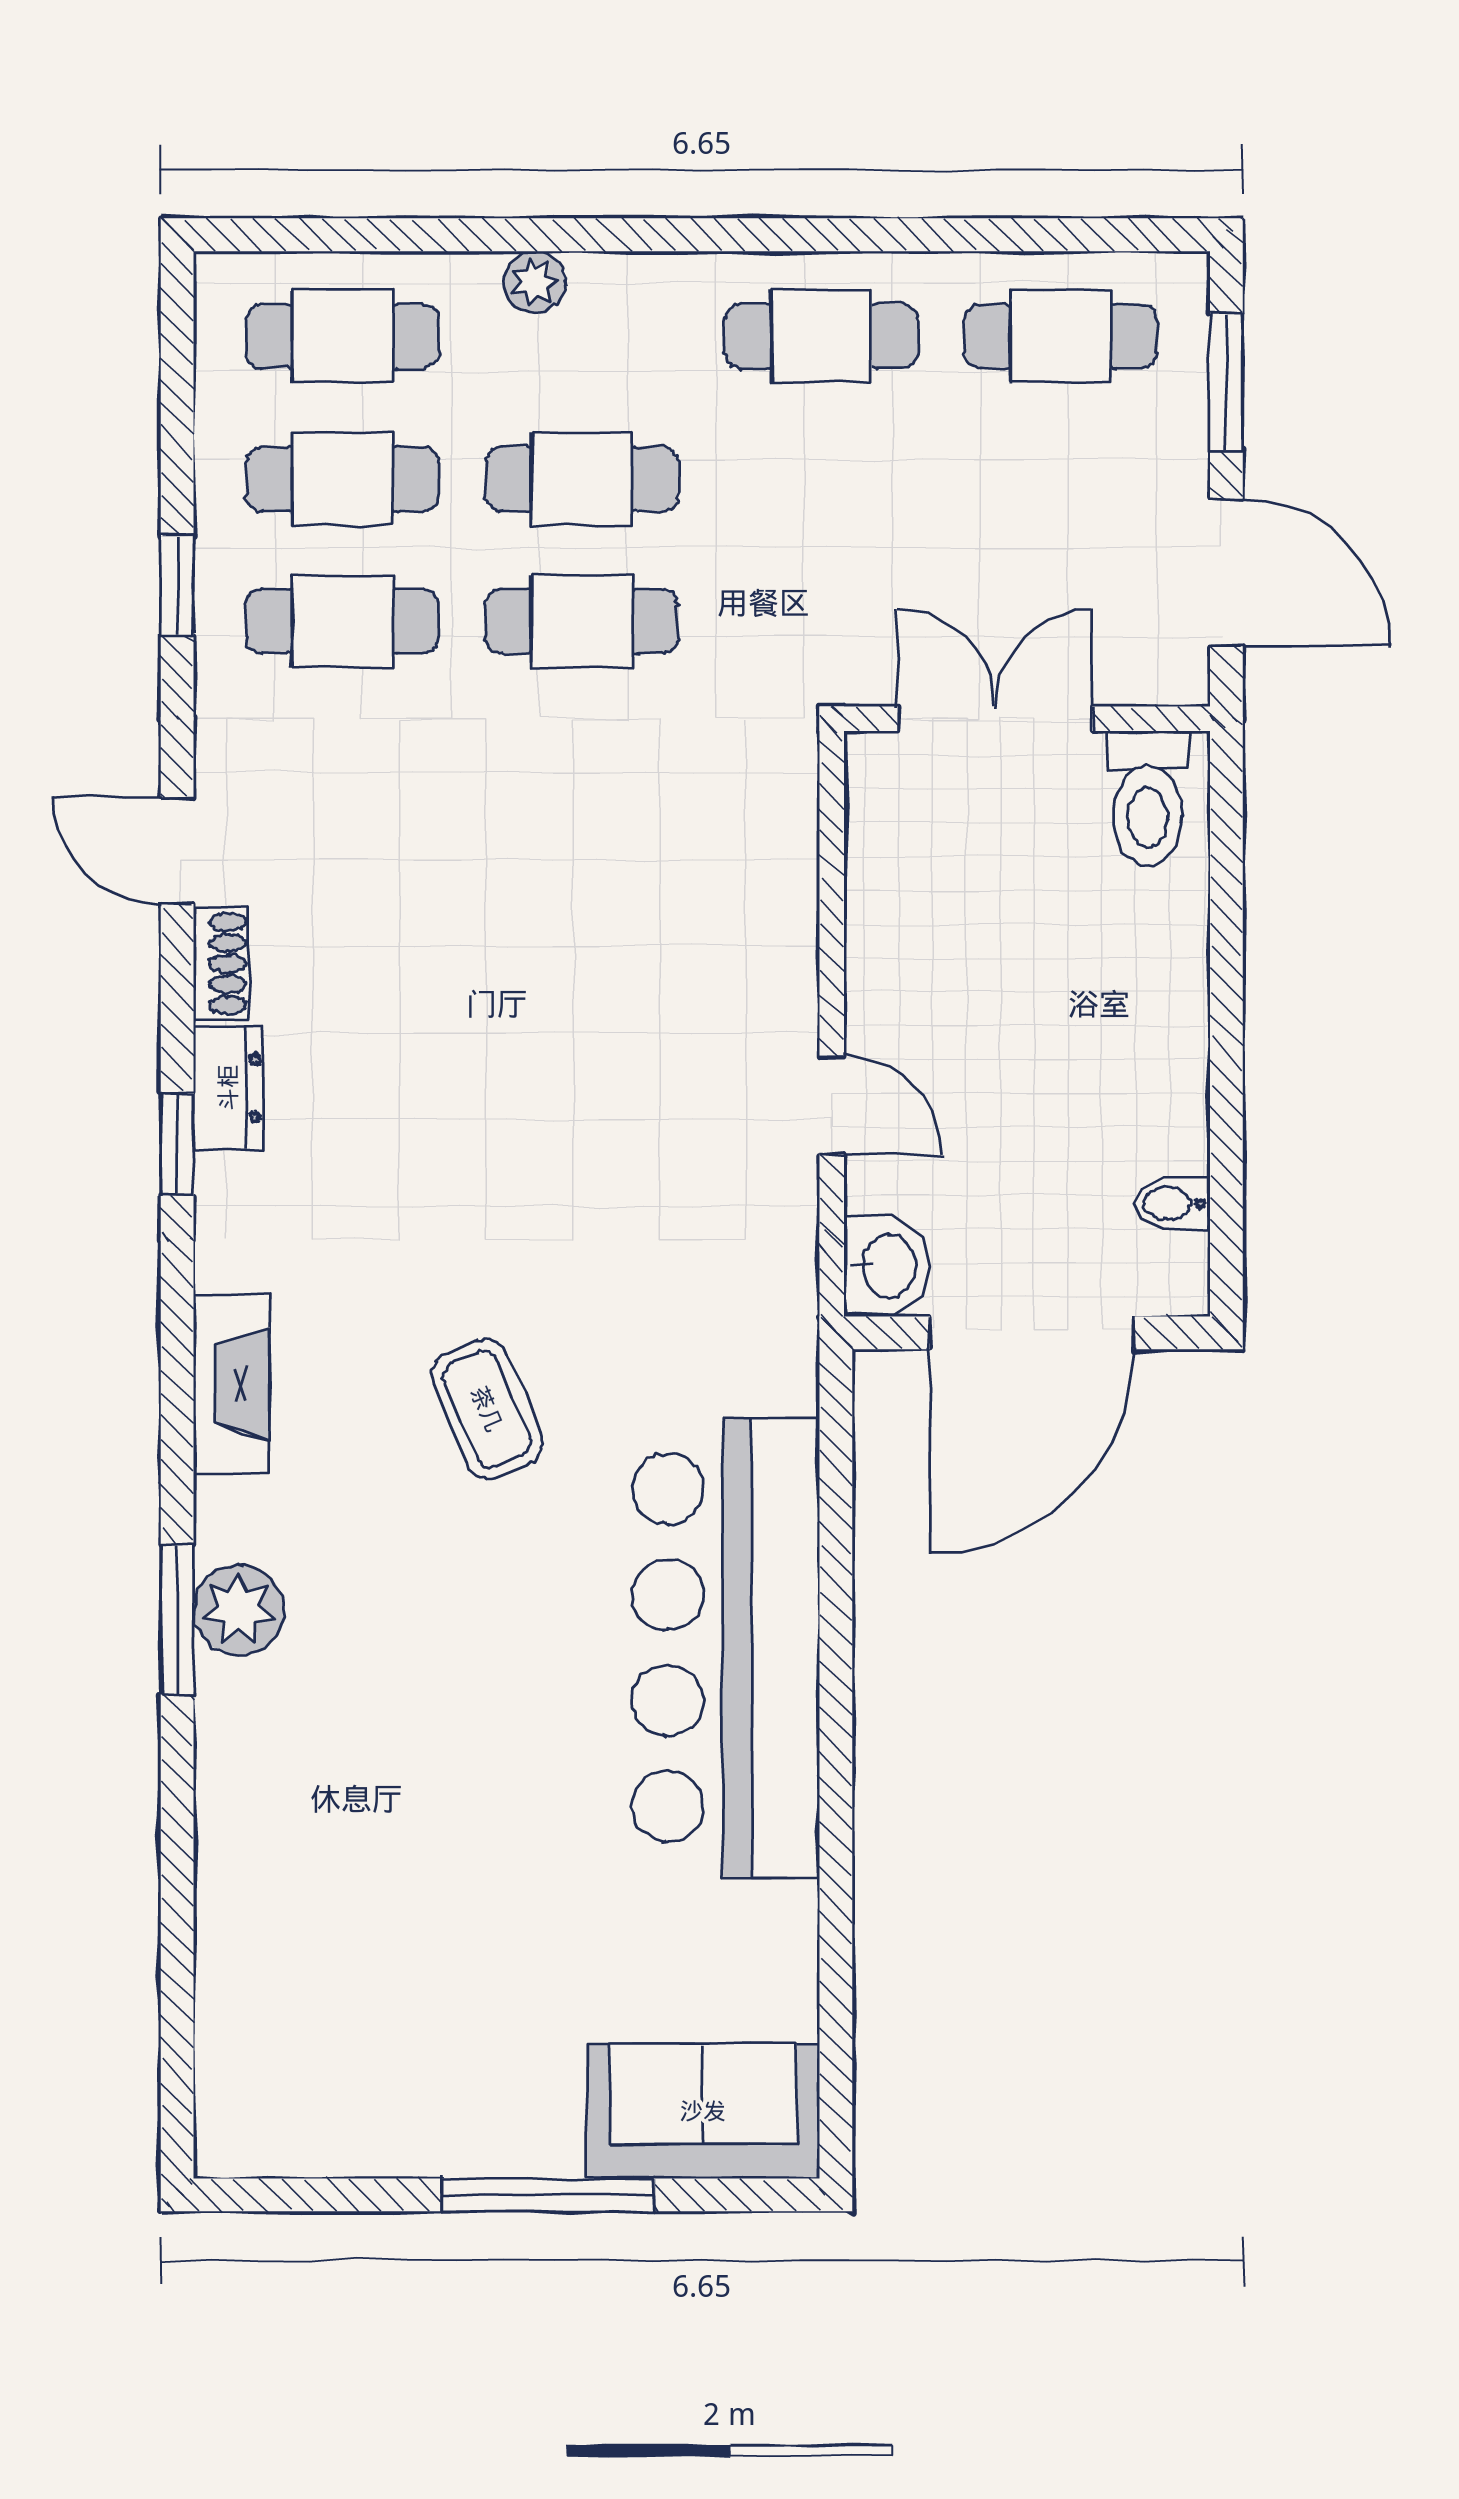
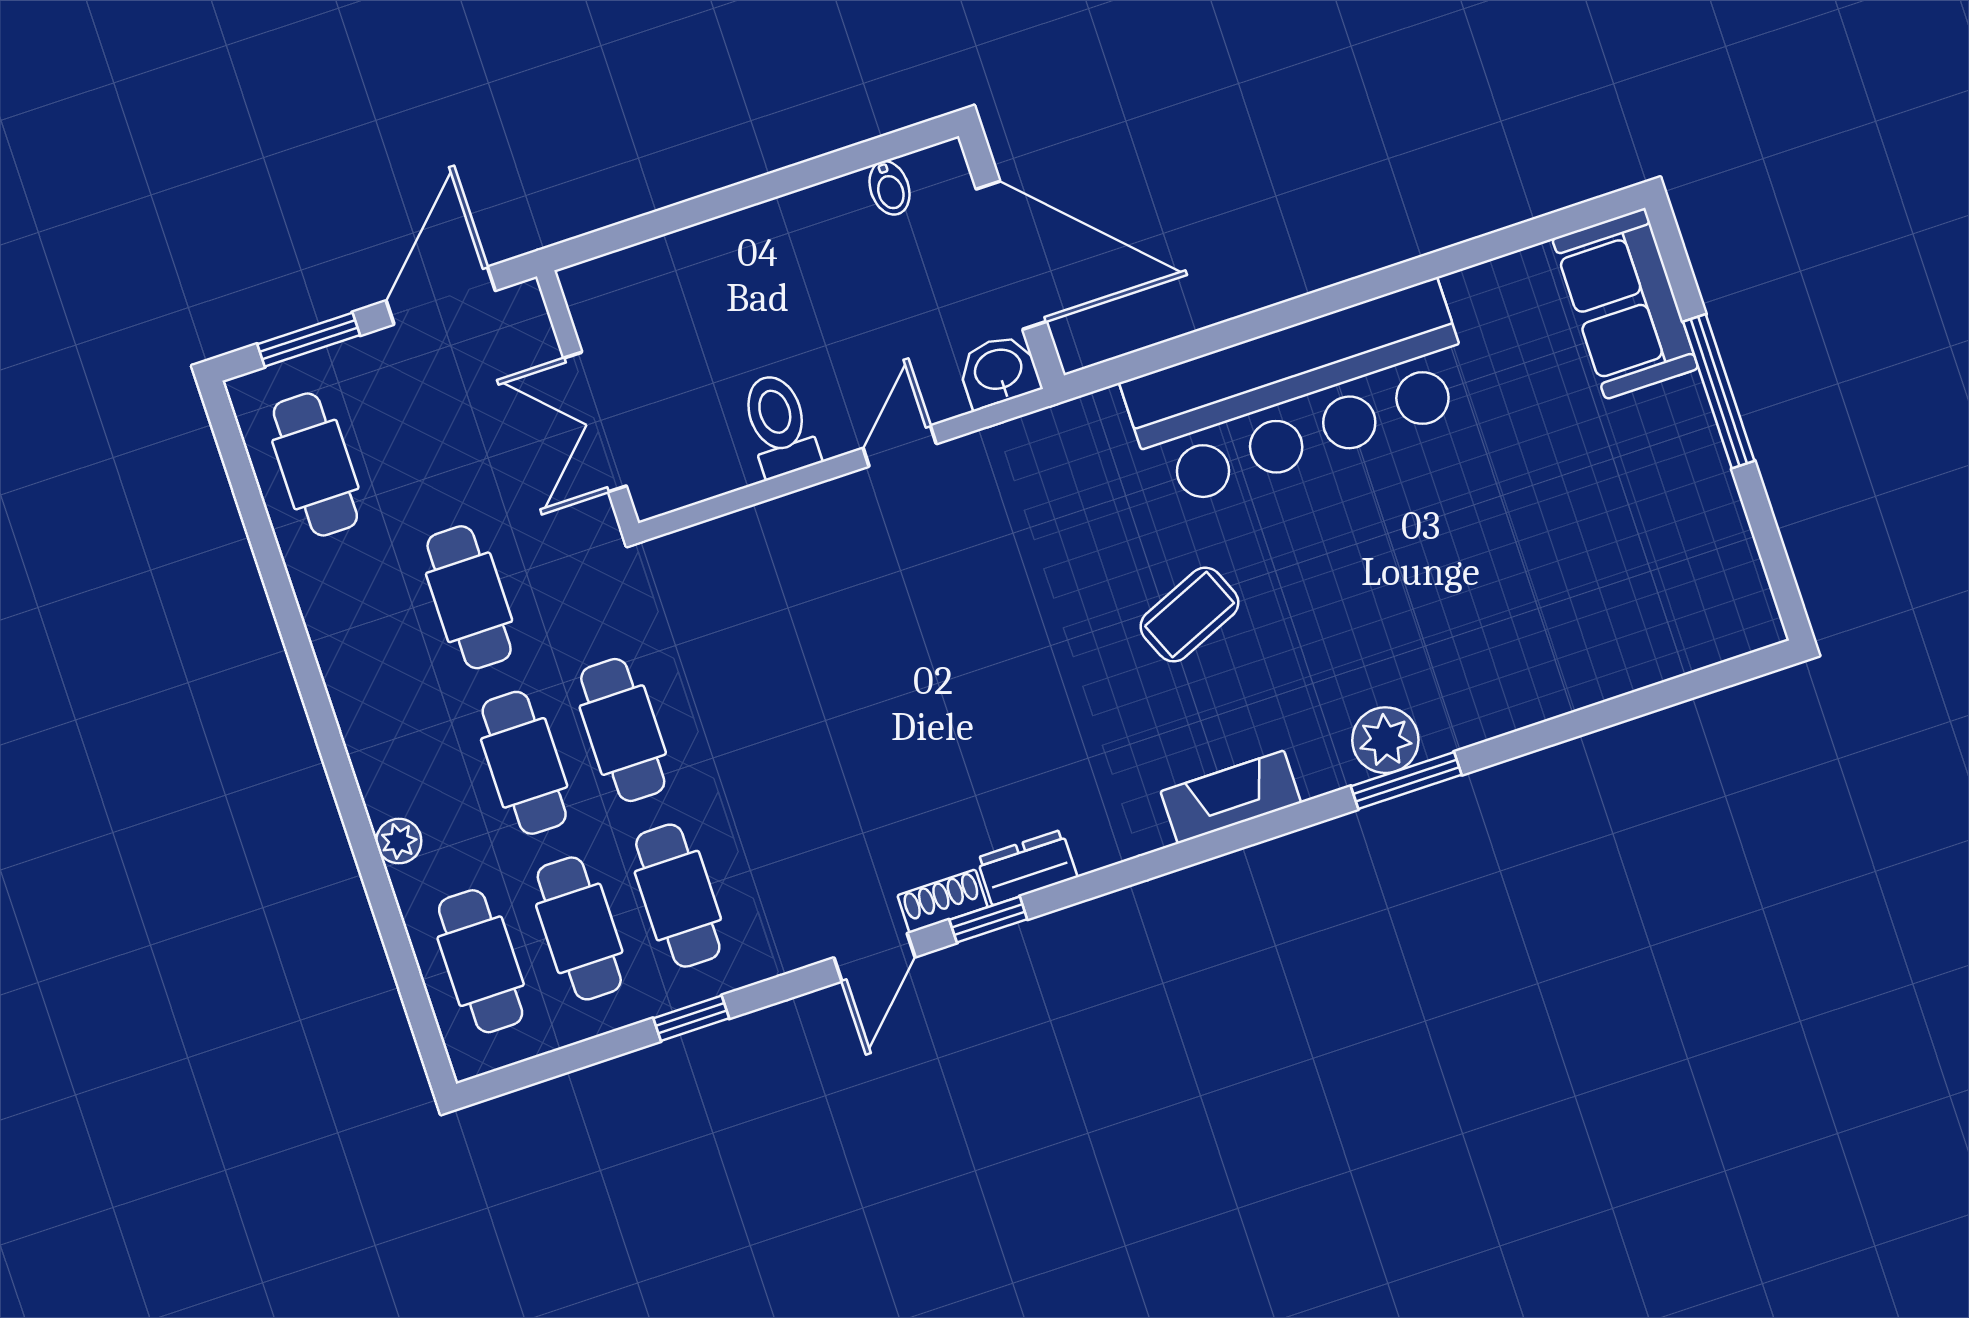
cafe table: (821, 336) -> (469, 597), moved
toilet: (1148, 799) -> (779, 425), moved, turned -90
window: (177, 1144) -> (988, 919), moved

